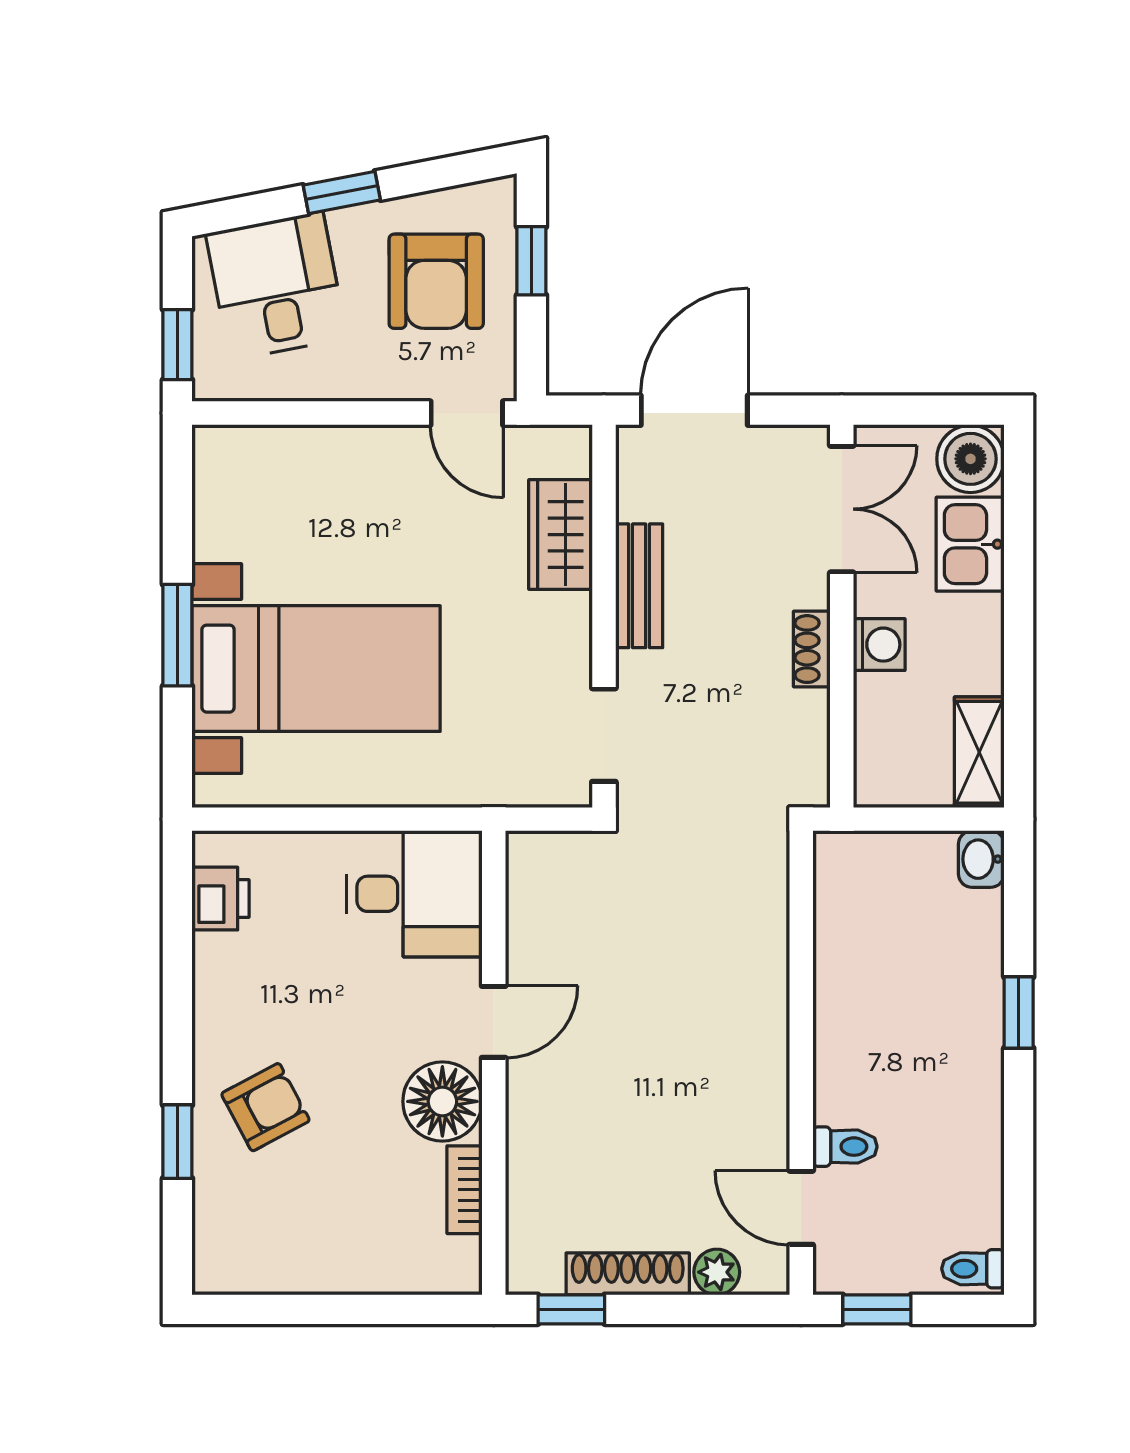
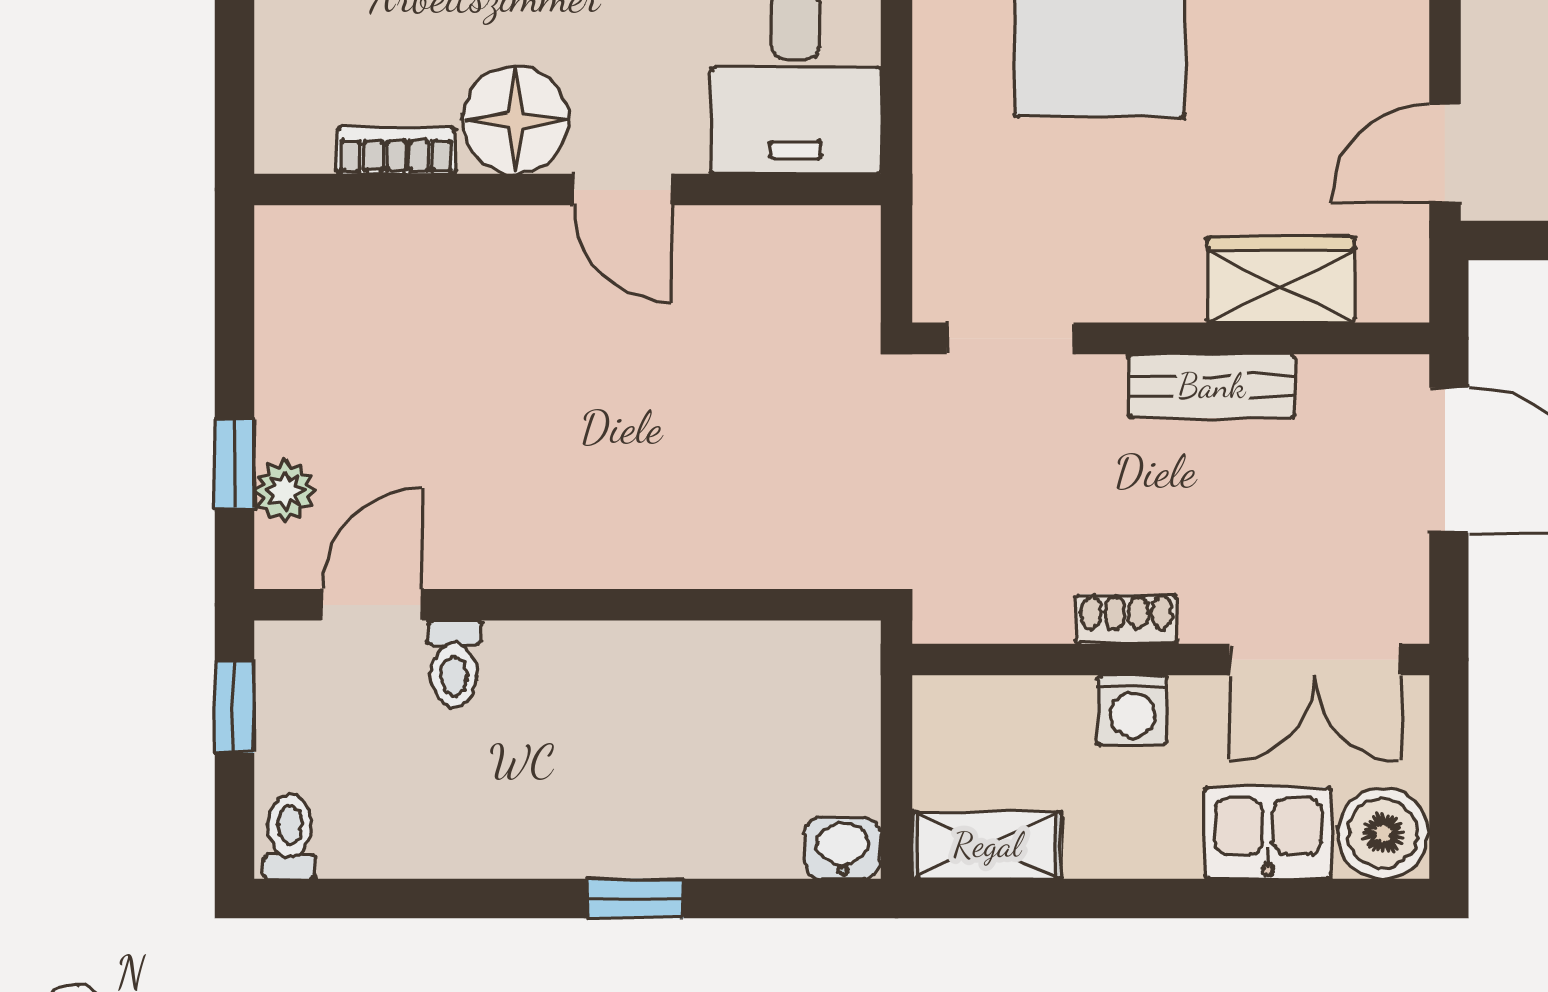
shoe rack: (628, 1274) -> (282, 370), removed
window: (571, 1309) -> (235, 464), moved

